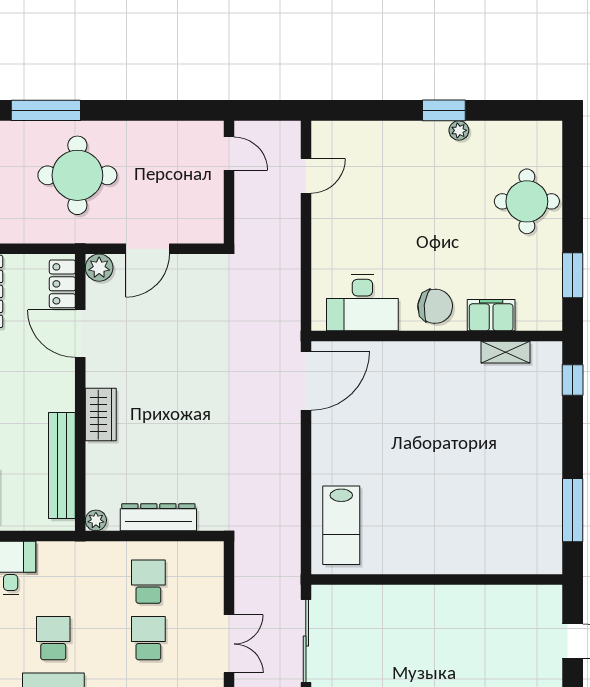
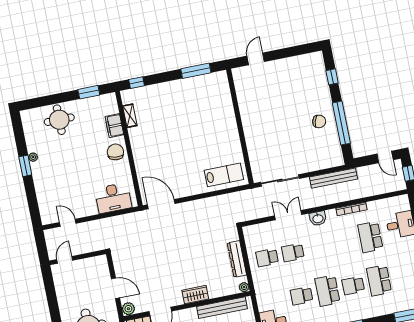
desk: (362, 303) -> (113, 198), moved, turned 90

